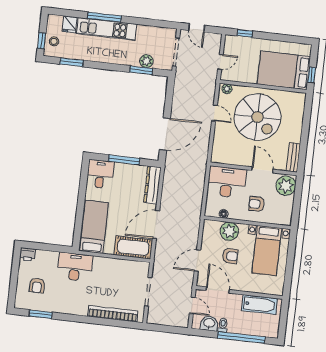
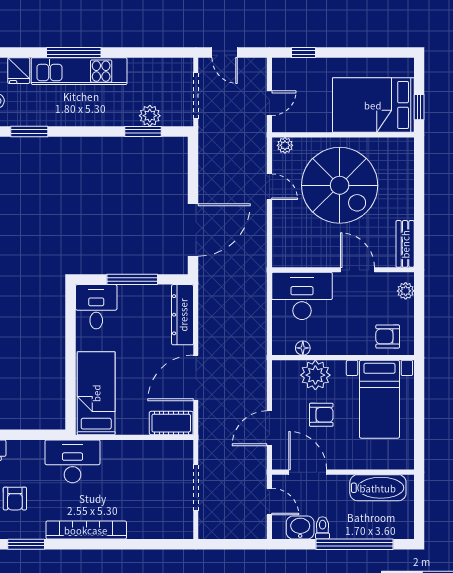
plant: (286, 186) -> (406, 291), width x0.53, depth x0.53
armchair: (257, 204) -> (388, 336), moved
cot: (133, 247) -> (171, 423), width x0.73, depth x0.75
bookcase: (113, 314) -> (86, 530), moved

